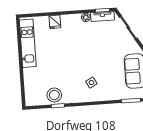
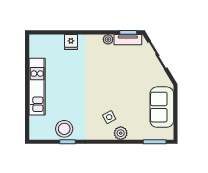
kitchen unit: (28, 43) -> (37, 87), moved
plant: (102, 95) -> (121, 133), added

